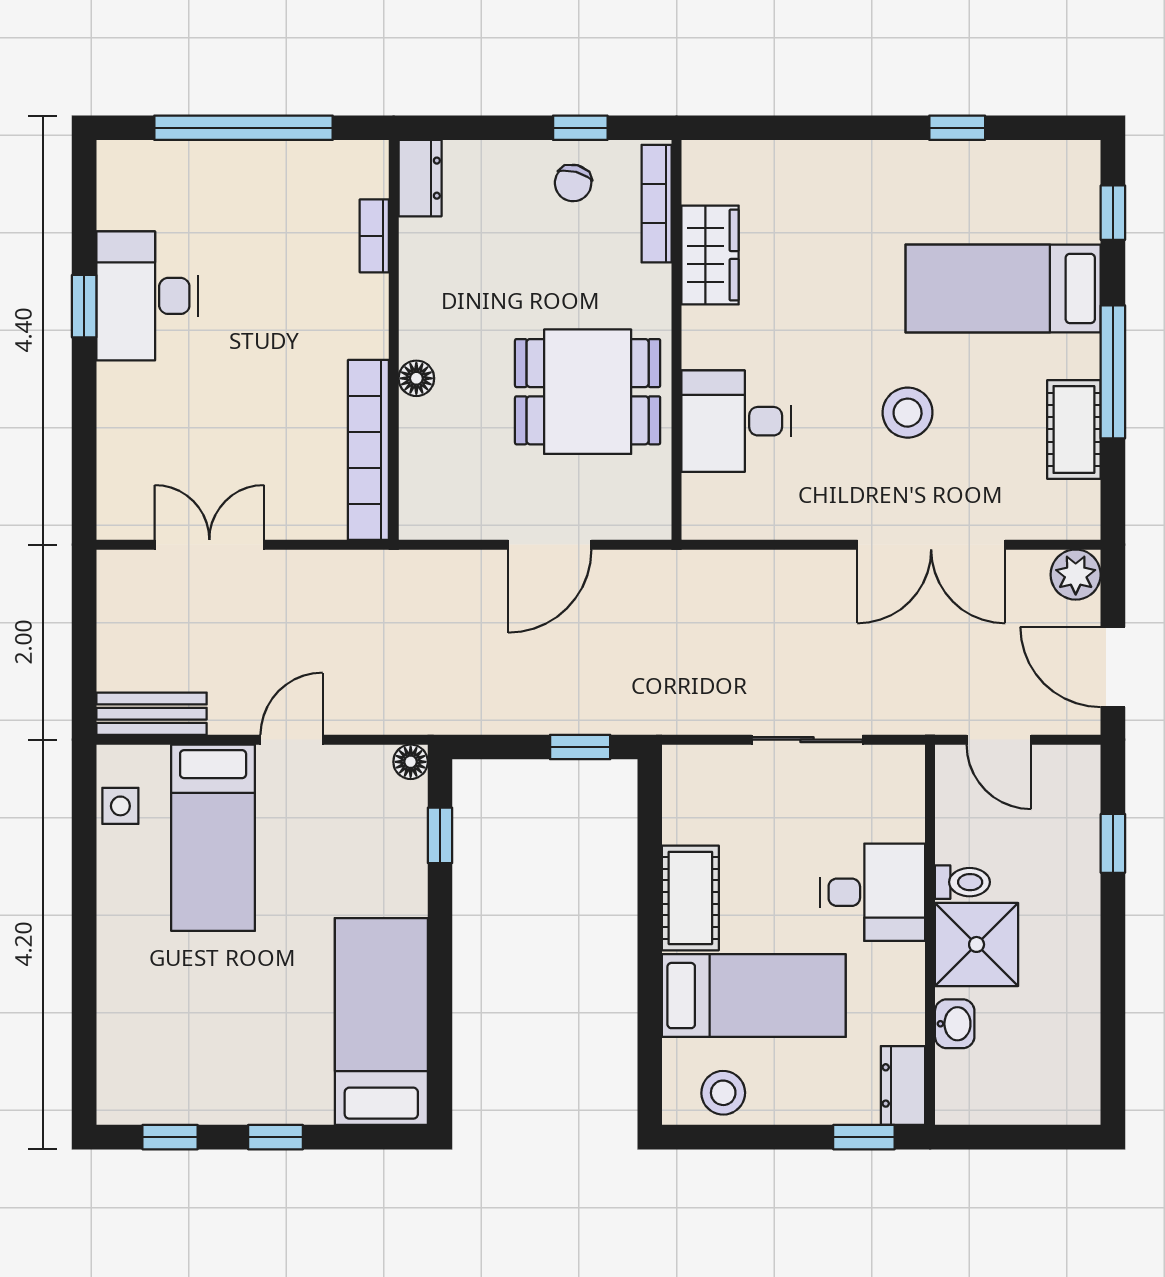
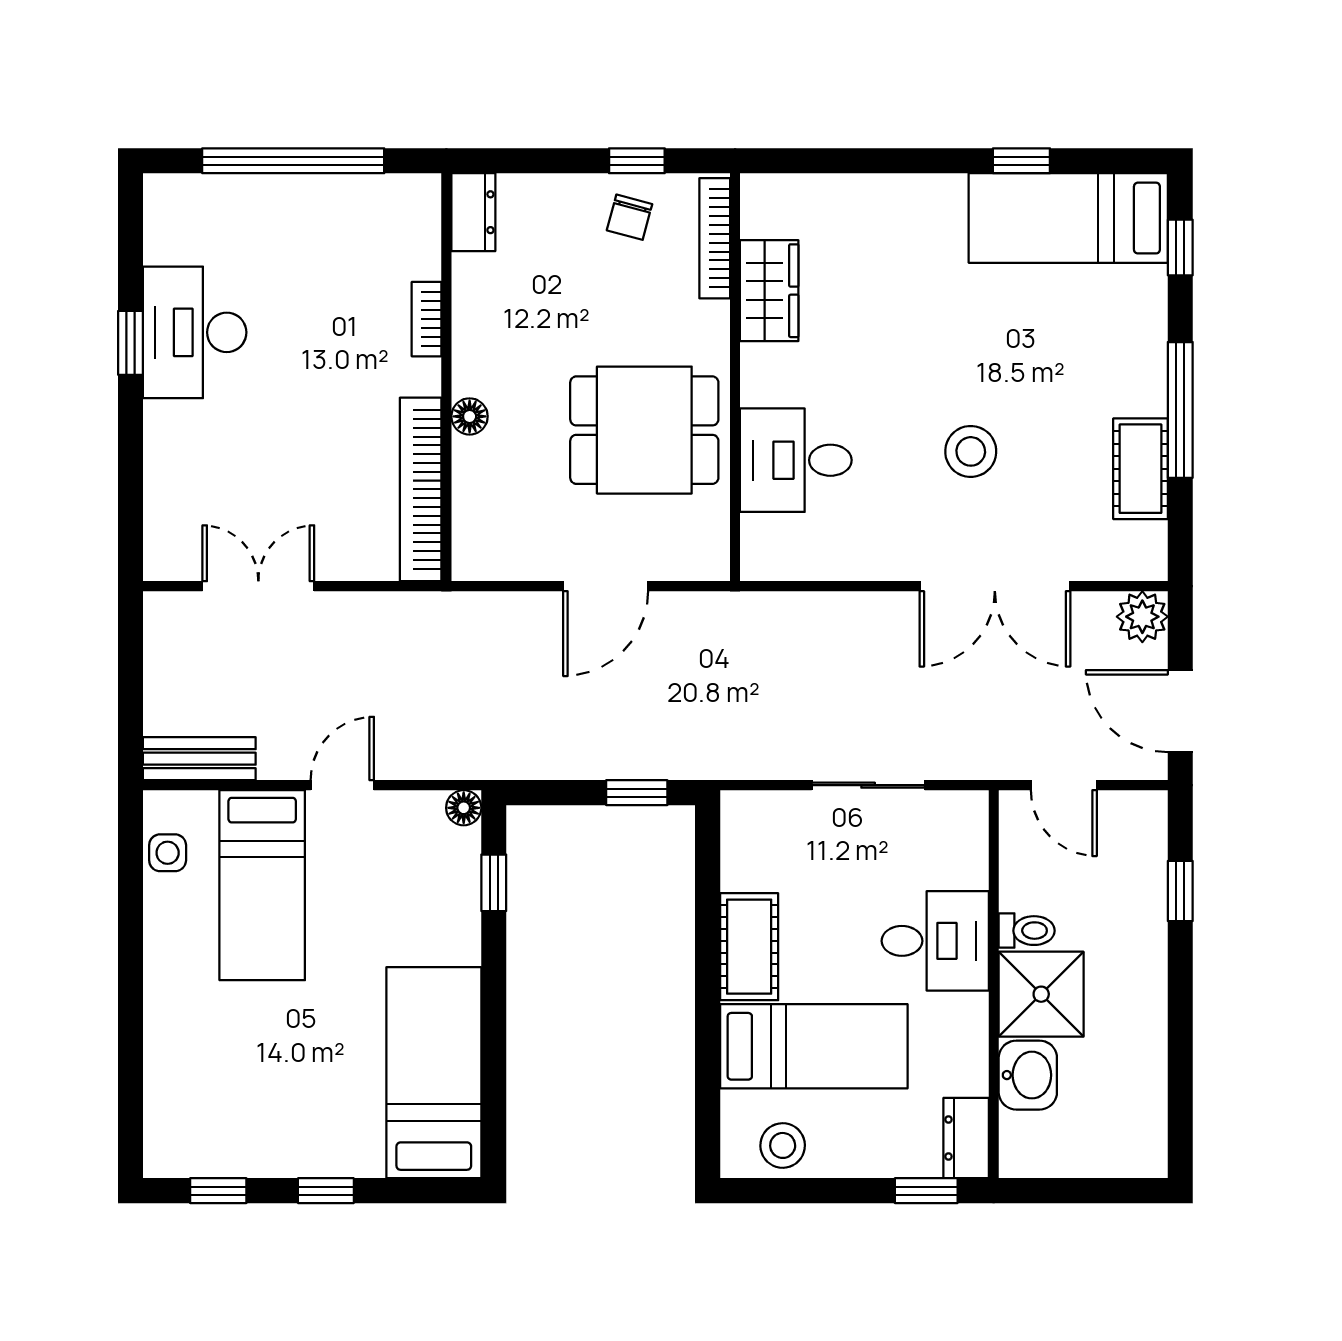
bookcase: (374, 236) -> (427, 319), moved
bed: (1003, 288) -> (1068, 218), moved
washbasin: (955, 1024) -> (1028, 1075), width x1.38, depth x1.45

